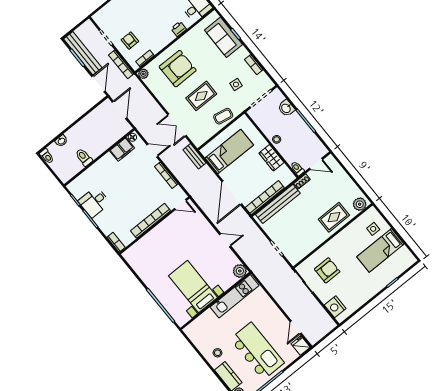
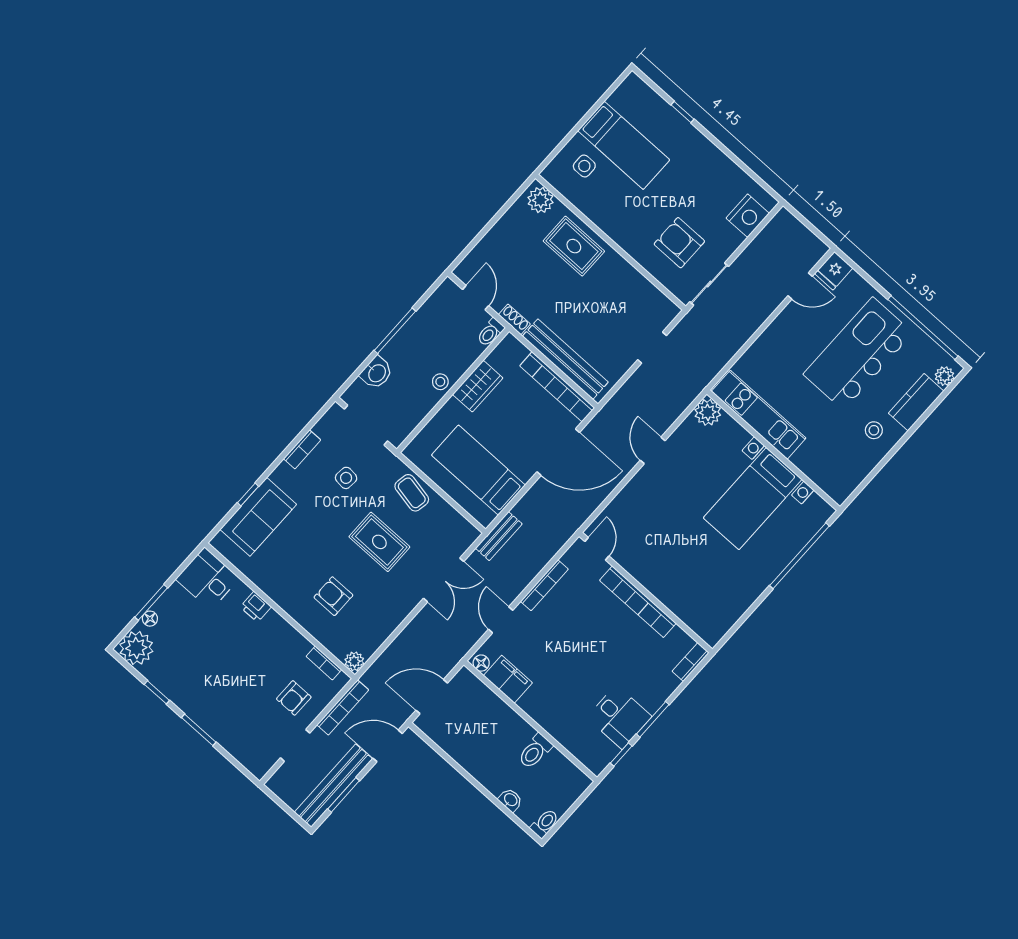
armchair: (178, 69) -> (333, 596), width x0.53, depth x0.53

